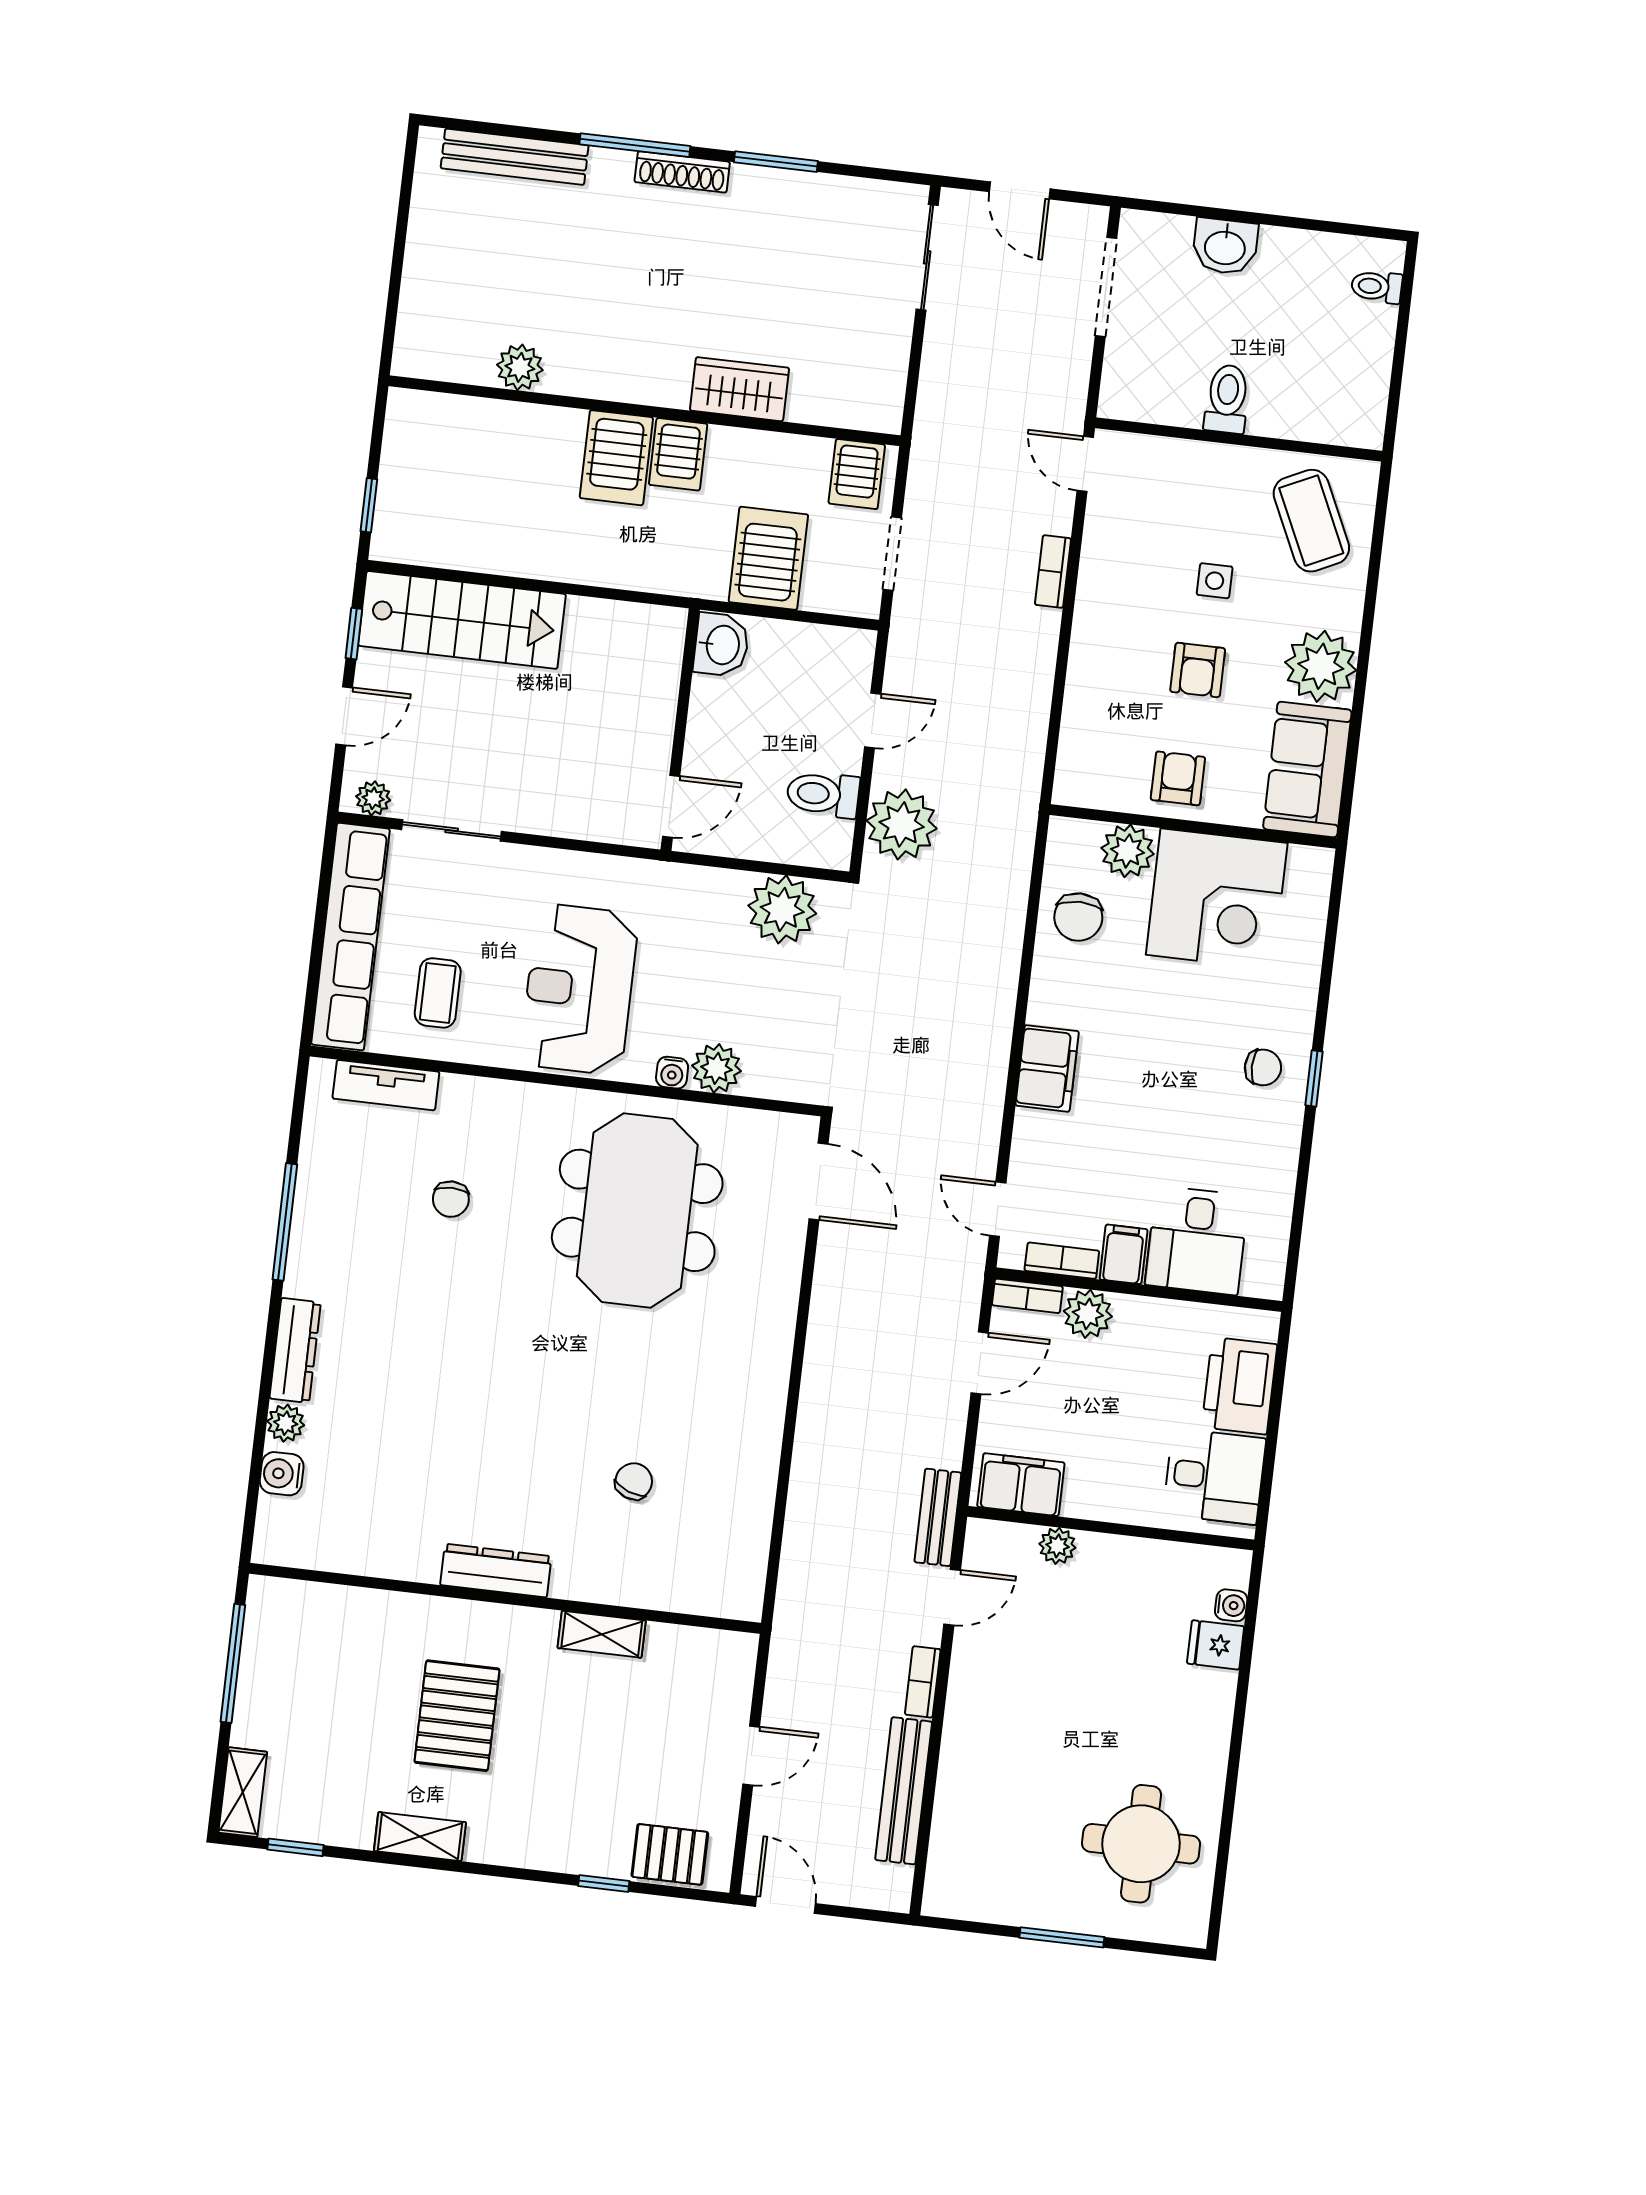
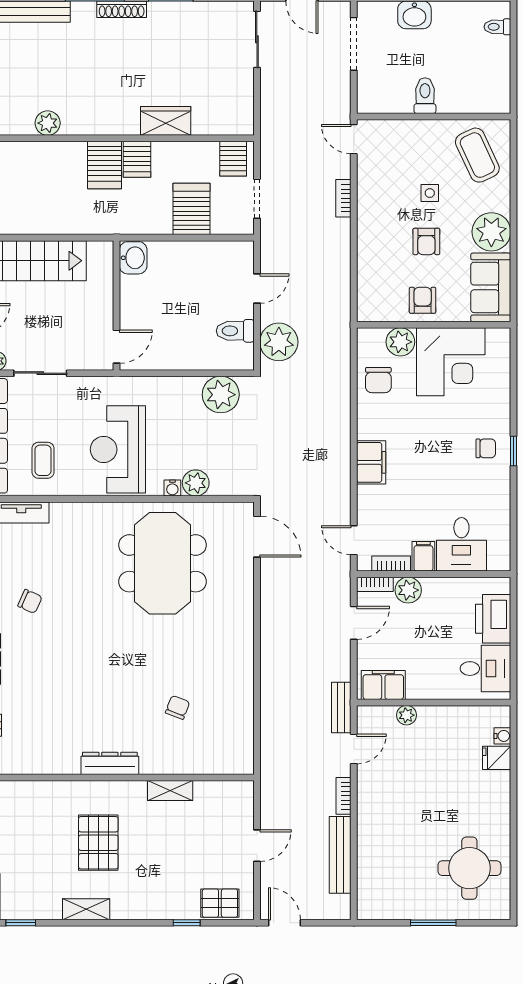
washbasin: (721, 645) -> (133, 258), moved
wall: (680, 730) -> (117, 305), moved
door: (671, 806) -> (117, 347), moved
chair: (451, 1199) -> (30, 601), moved, turned -66

